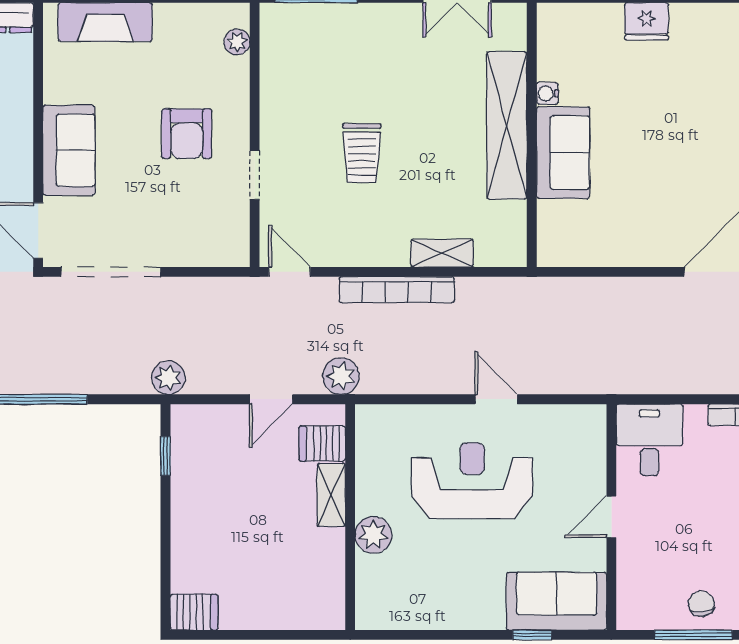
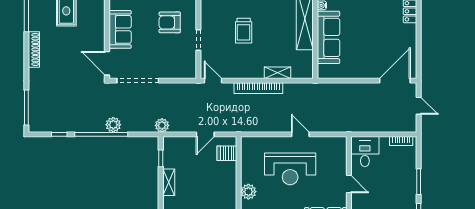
armchair: (187, 134) -> (170, 22), turned 90
sofa: (563, 153) -> (328, 37), width x1.36
plant: (341, 376) -> (113, 125), moved
reception desk: (472, 481) -> (290, 169), turned 180
shelving: (331, 495) -> (169, 182), moved
door: (611, 517) -> (349, 184), swing flipped

